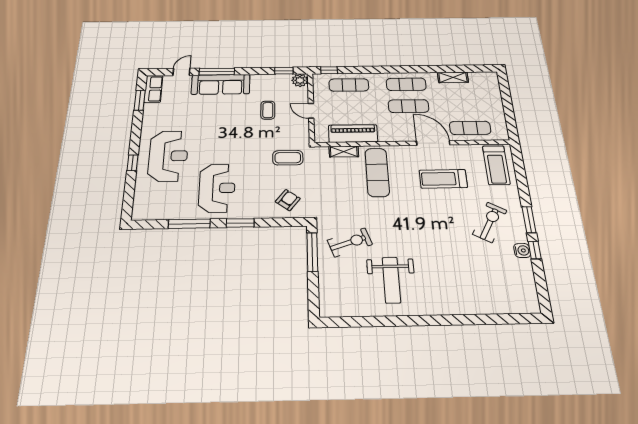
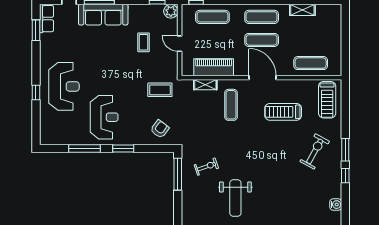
door: (433, 143) -> (263, 78), moved
exercise mat: (377, 172) -> (231, 105), width x0.73, depth x0.69
exercise bike: (350, 242) -> (206, 167), width x0.73, depth x0.72
water cooler: (522, 250) -> (336, 205), moved

